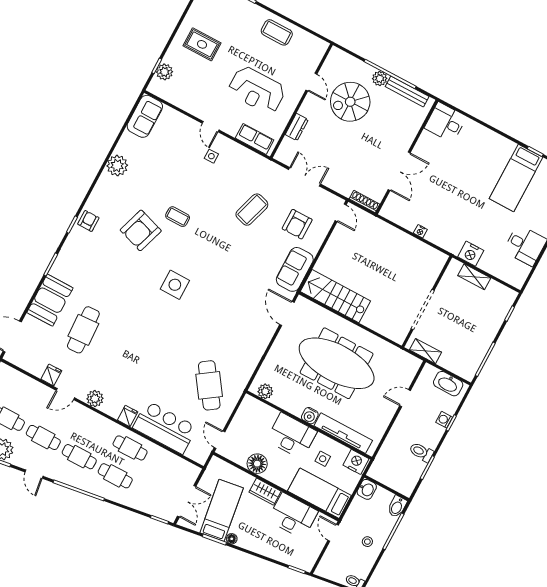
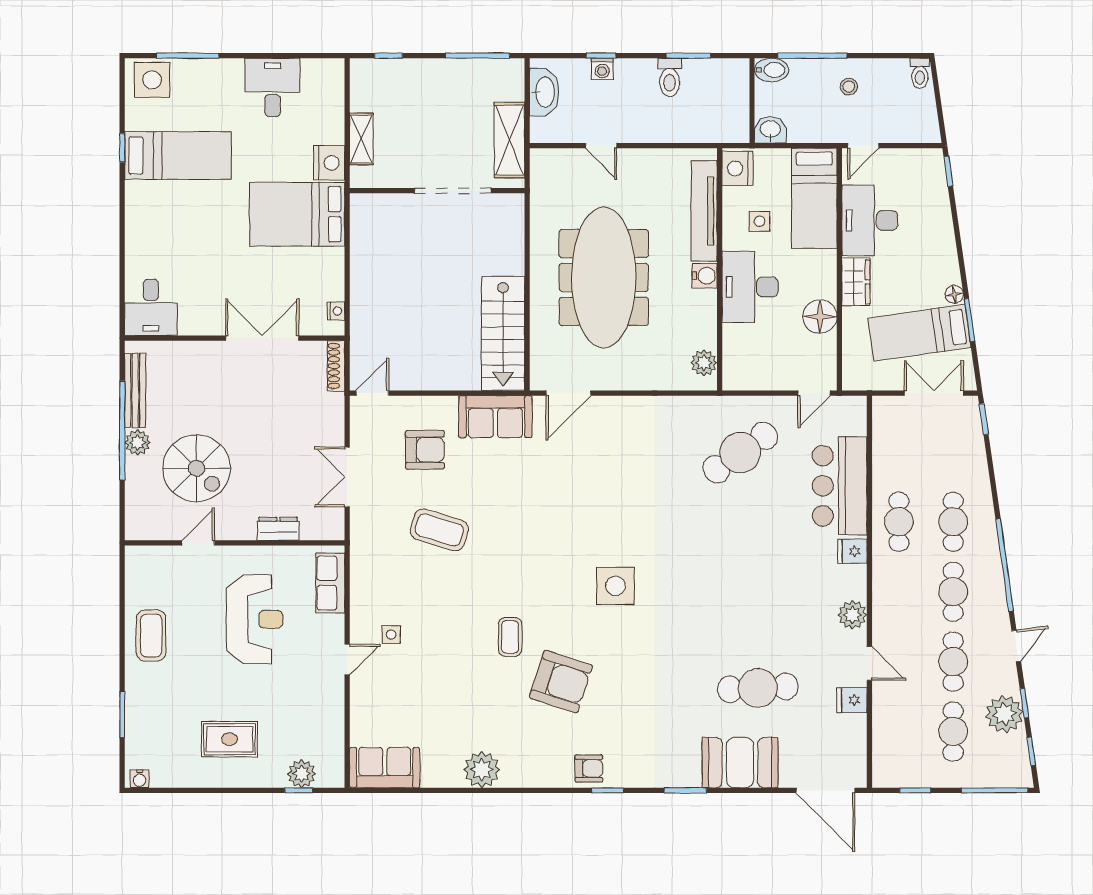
rug: (202, 44) -> (230, 739), turned 90
armchair: (88, 221) -> (589, 768), turned 180
bed: (453, 223) -> (297, 214), added
nightstand: (420, 231) -> (336, 311), moved
shelving: (426, 351) -> (509, 140), width x1.50, depth x1.33

